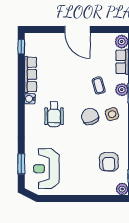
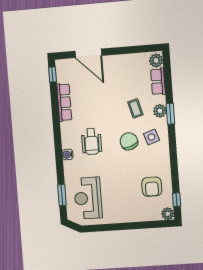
door: (77, 29) -> (88, 53), moved
water cooler: (30, 99) -> (68, 155), moved

